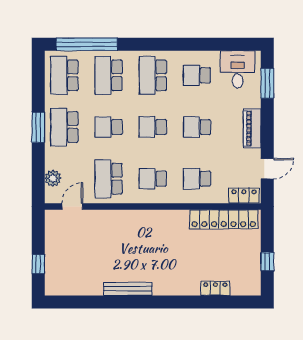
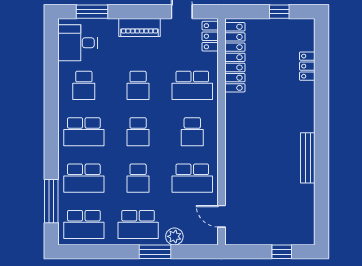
window: (87, 44) -> (51, 201), width x0.68
window: (38, 127) -> (155, 252), moved
plant: (53, 178) -> (174, 236), moved
school desk: (197, 179) -> (192, 85), width x1.85

